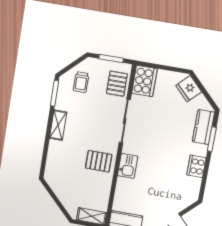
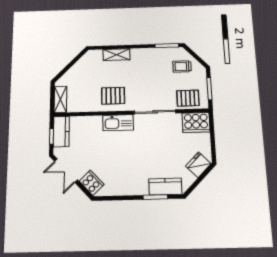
shelving: (58, 125) -> (116, 55), moved
pallet: (99, 161) -> (113, 96), turned 90
kitchen sink: (128, 166) -> (118, 123), width x1.38
cooker: (196, 166) -> (92, 183), moved, turned 46

